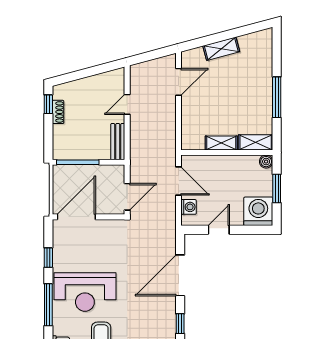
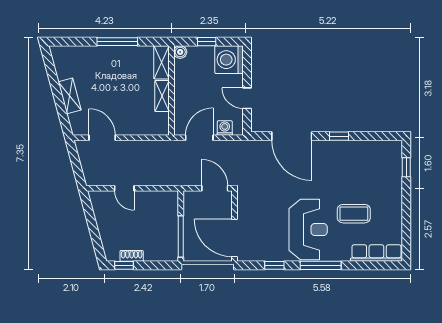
bench: (118, 142) -> (161, 197), removed
window: (277, 188) -> (207, 42), width x0.67

